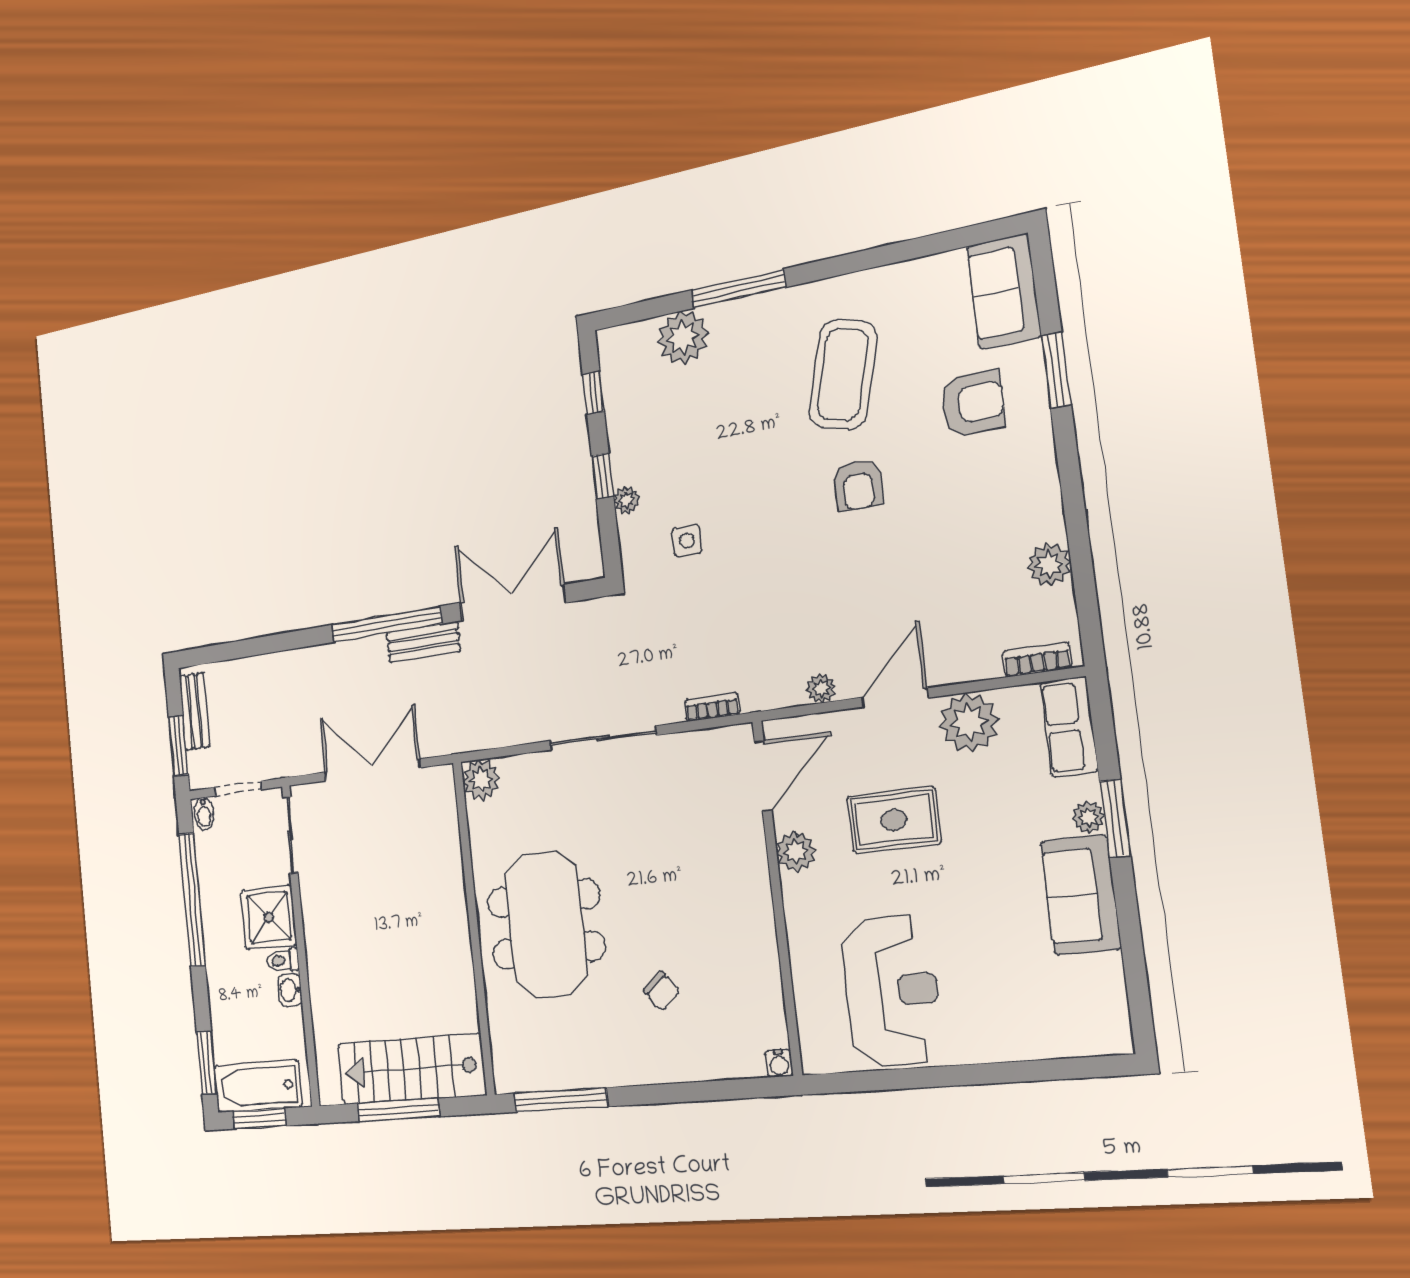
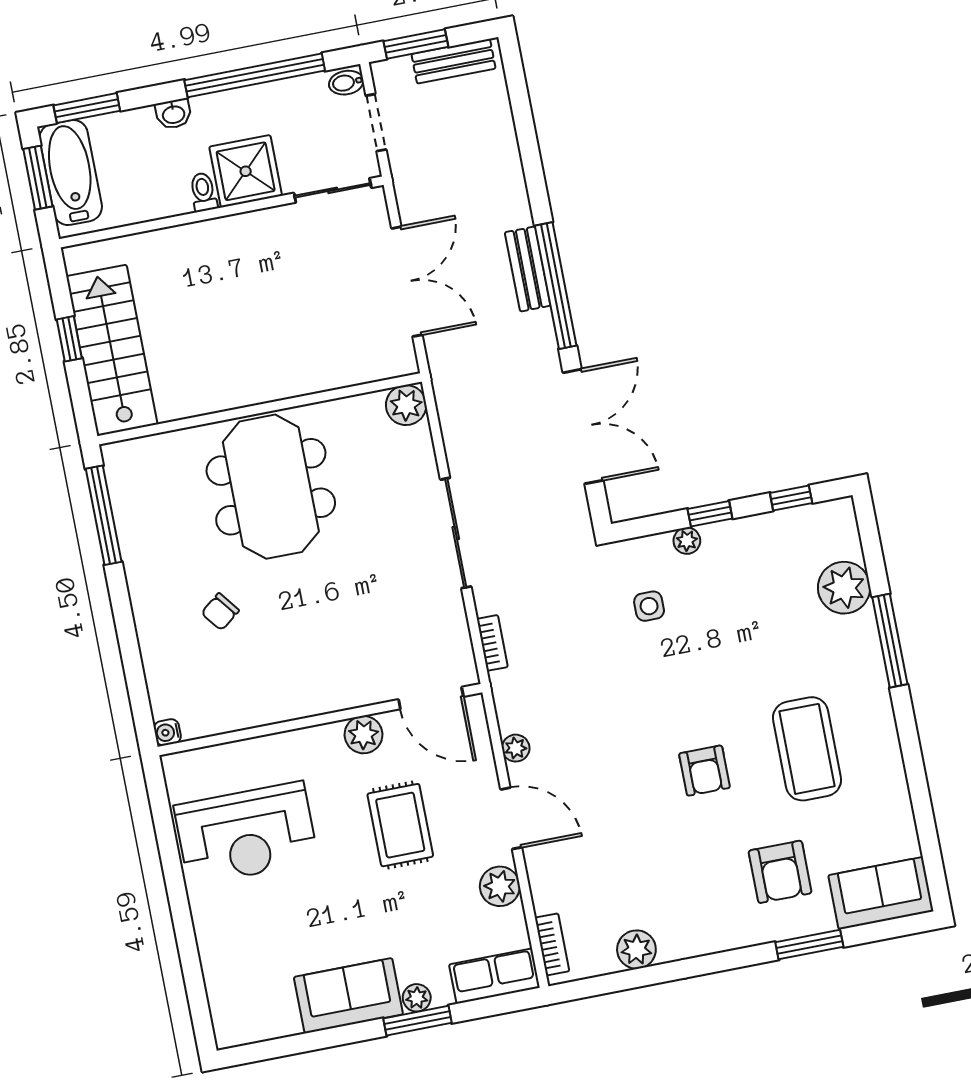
coffee table: (843, 375) -> (807, 749), turned 75
armchair: (858, 485) -> (704, 771), turned -90
bench: (423, 642) -> (528, 269), moved
plant: (969, 723) -> (500, 886), width x0.73, depth x0.73
meeting table: (546, 924) -> (271, 487), turned 90
washbasin: (290, 990) -> (173, 114), moved, turned 180
window: (398, 1110) -> (69, 339), width x0.46

